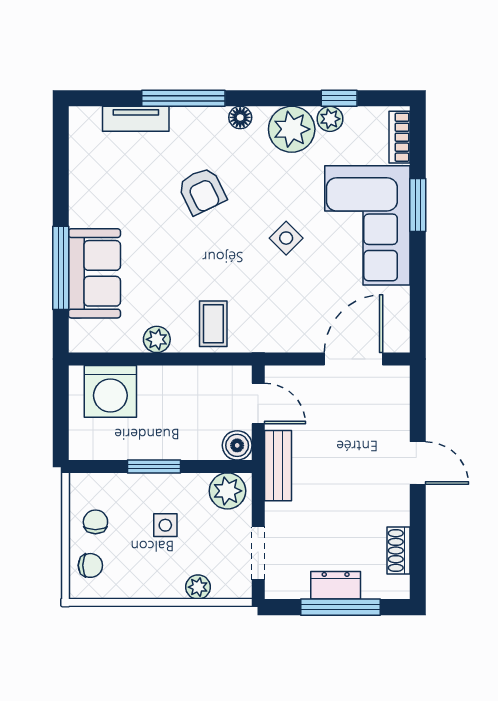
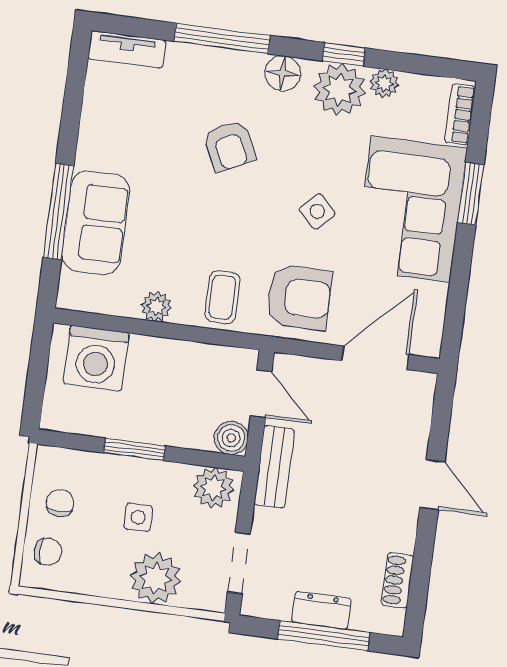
window: (339, 98) -> (344, 54), moved
floor lamp: (240, 117) -> (283, 73), width x1.37, depth x1.37
tv unit: (136, 119) -> (127, 49), moved
armchair: (280, 315) -> (299, 297), added
plant: (198, 587) -> (155, 578), width x1.87, depth x1.87

